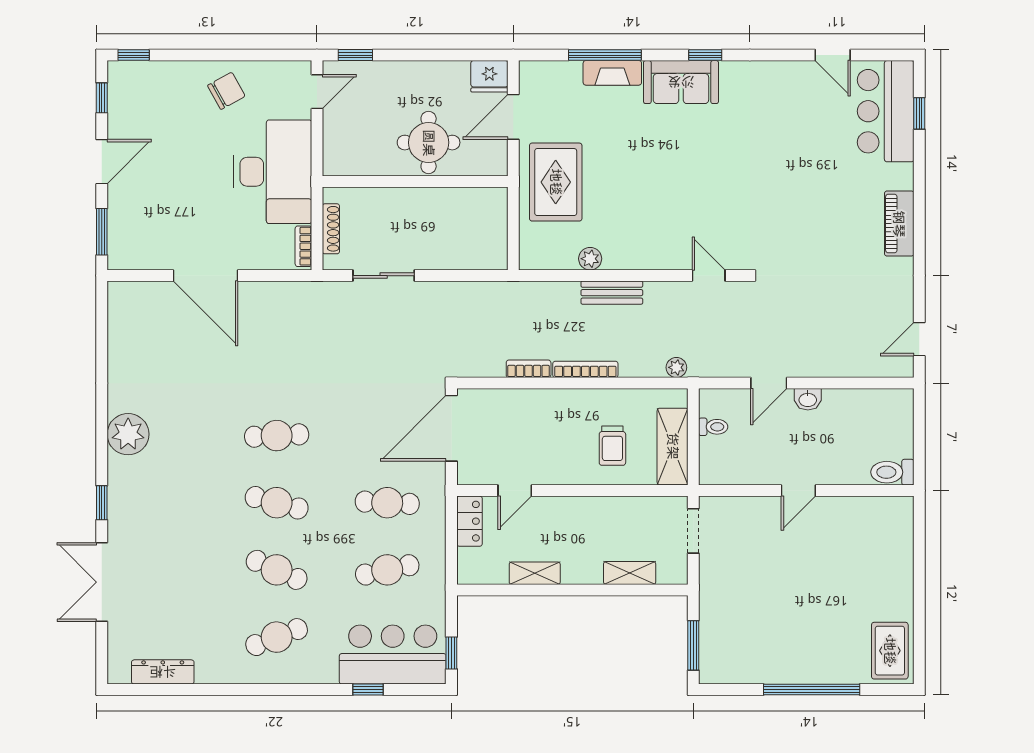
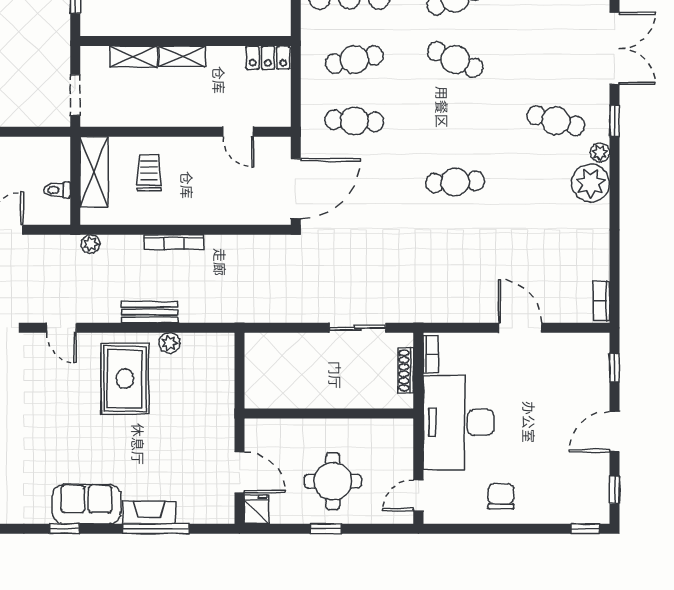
window: (355, 55) -> (326, 529), moved
fridge: (489, 76) -> (256, 509), width x0.72
chair: (226, 91) -> (501, 496), turned 119
door: (513, 117) -> (239, 472), hinge flipped
round table: (429, 143) -> (333, 481), moved
rug: (556, 182) -> (125, 379), moved
window: (102, 232) -> (614, 368), width x0.67
door: (205, 276) -> (520, 328), width x0.73
bookcase: (529, 369) -> (601, 301), moved, turned 90
plant: (118, 468) -> (600, 153), added
door: (515, 491) -> (238, 132), swing flipped
cafe table: (277, 503) -> (556, 121), moved
locker: (469, 521) -> (268, 58), moved, turned -90
shelving: (535, 573) -> (182, 56), moved

